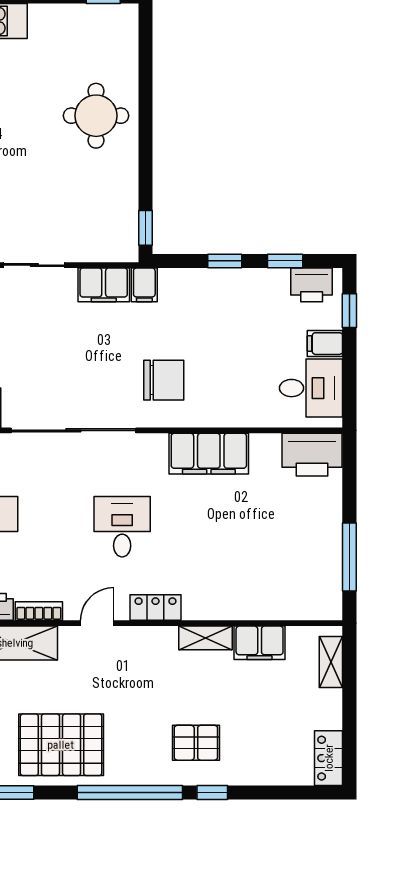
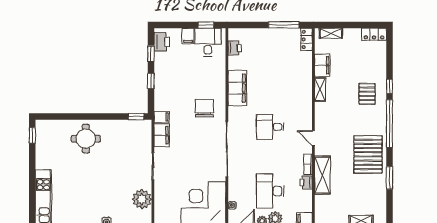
window: (349, 311) -> (206, 25), moved
printer: (312, 455) -> (235, 48), width x0.53, depth x0.68
locker: (156, 608) -> (306, 39), moved

